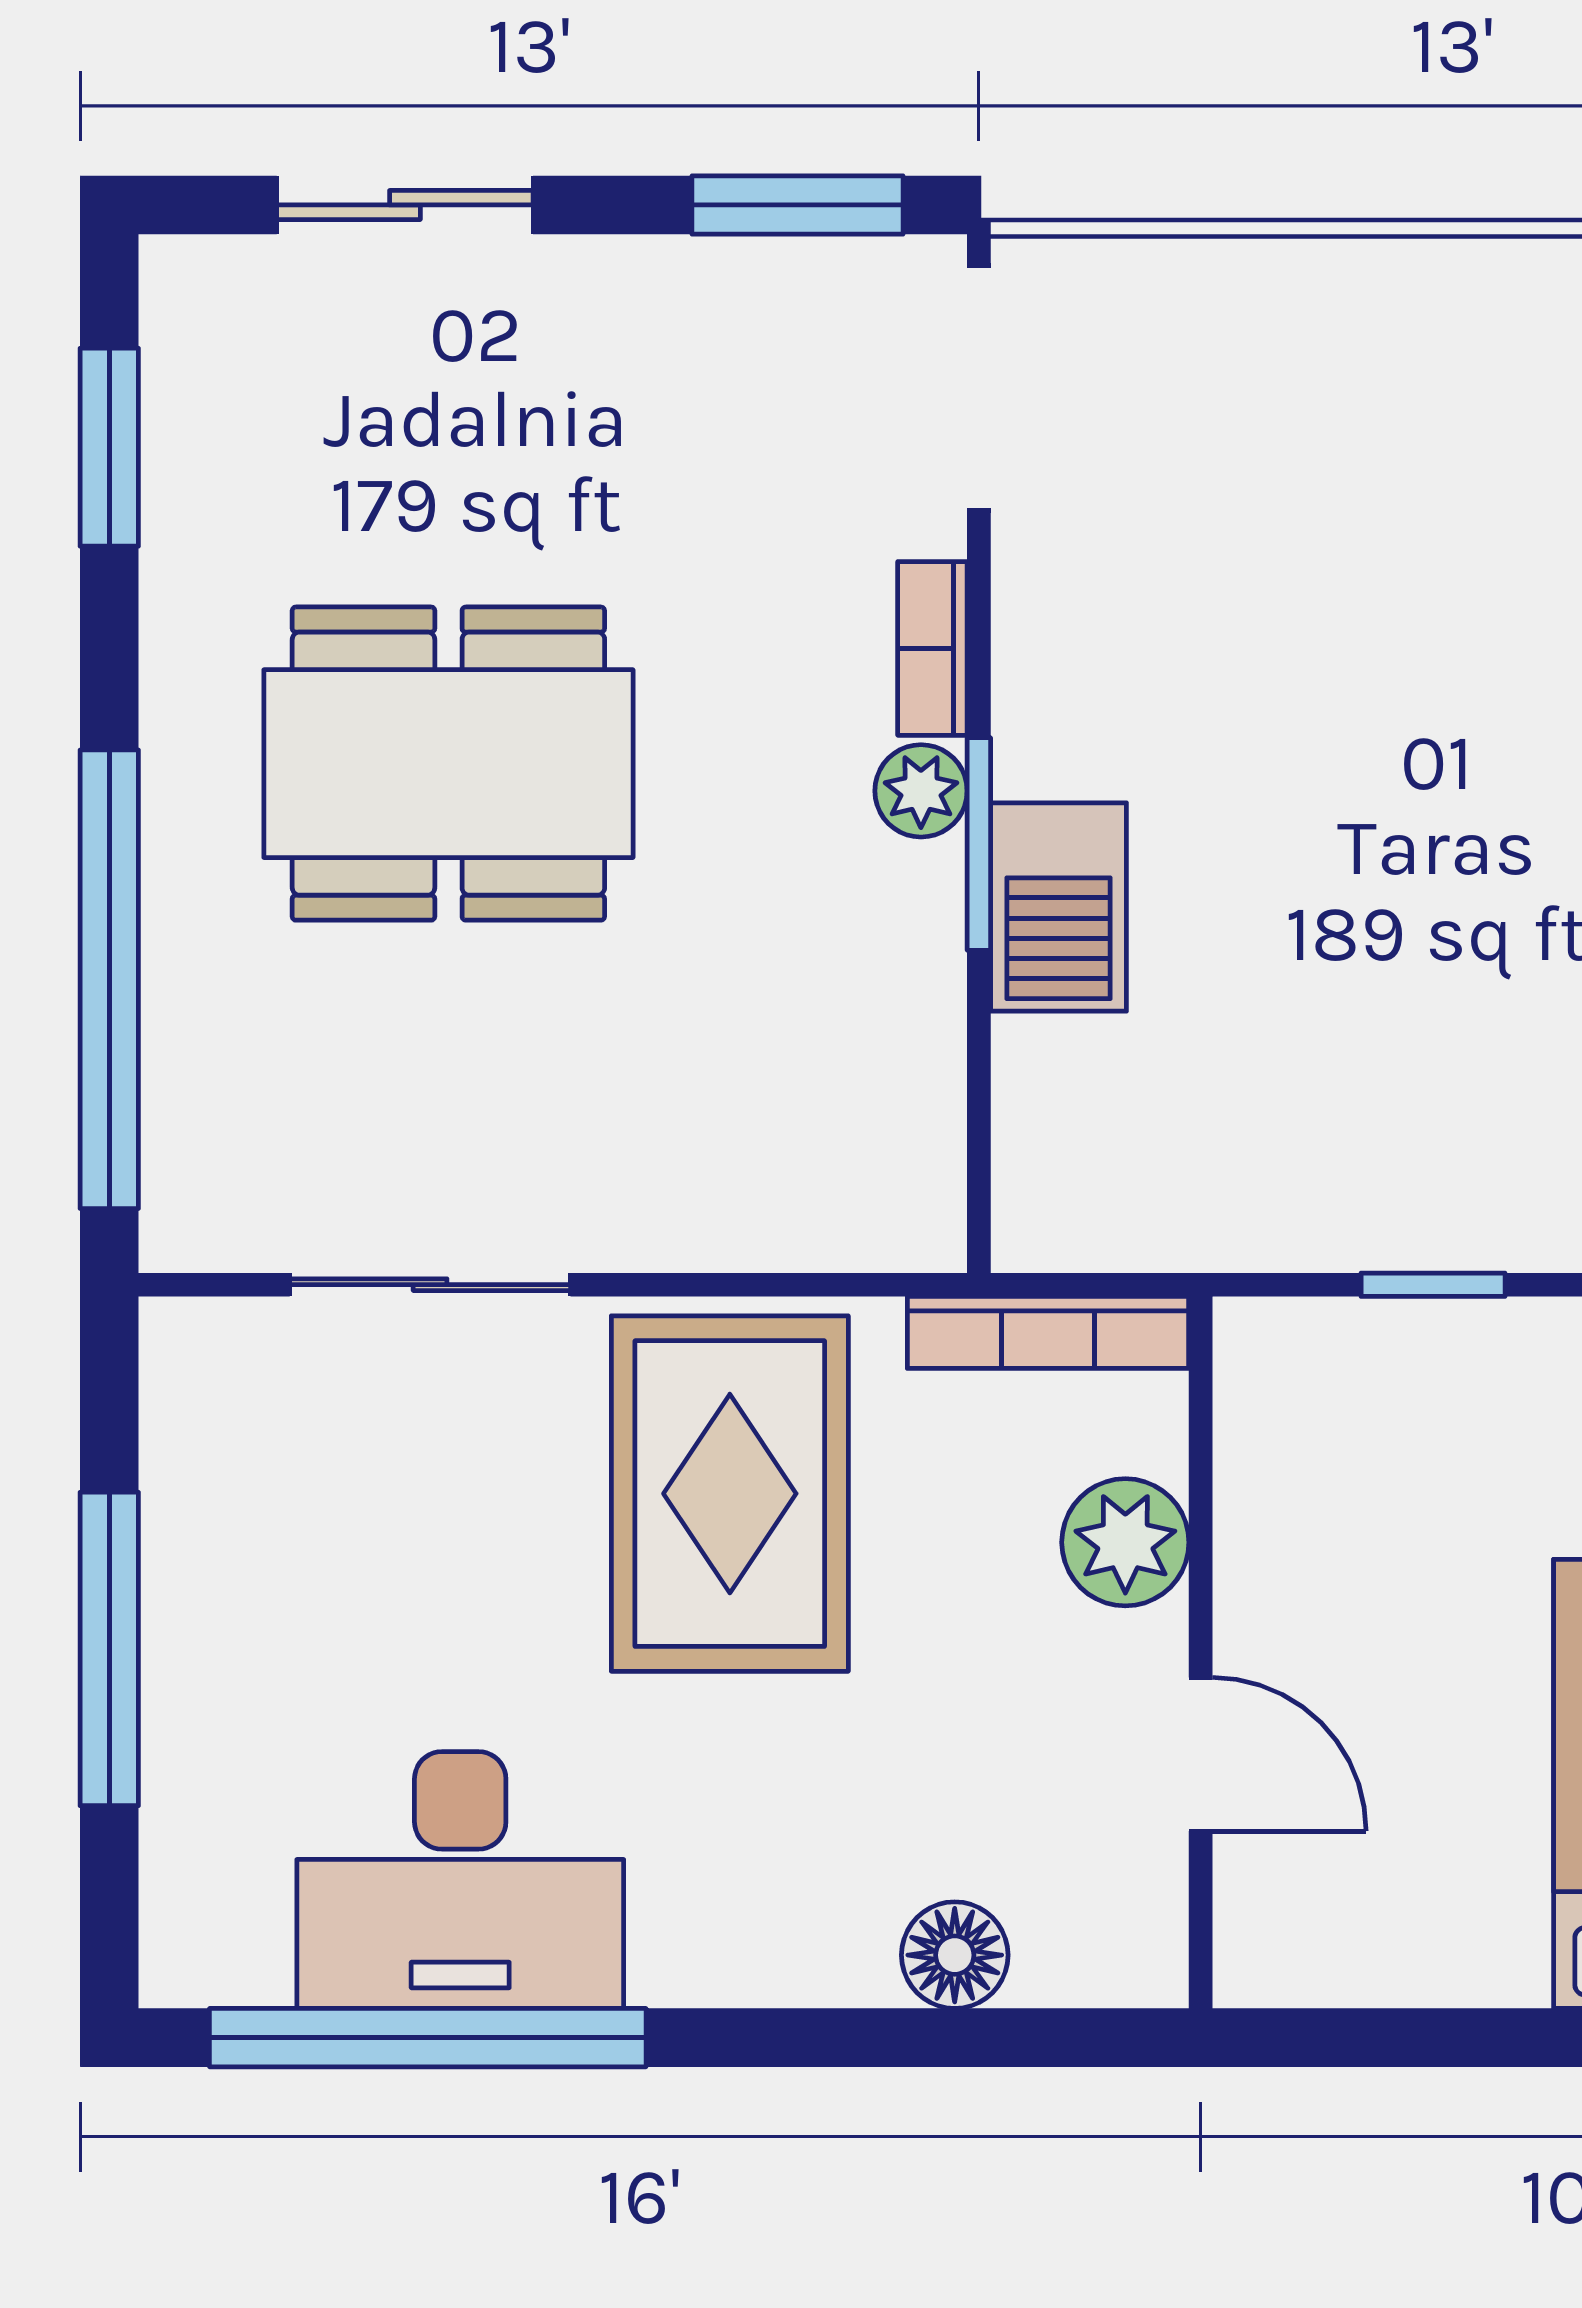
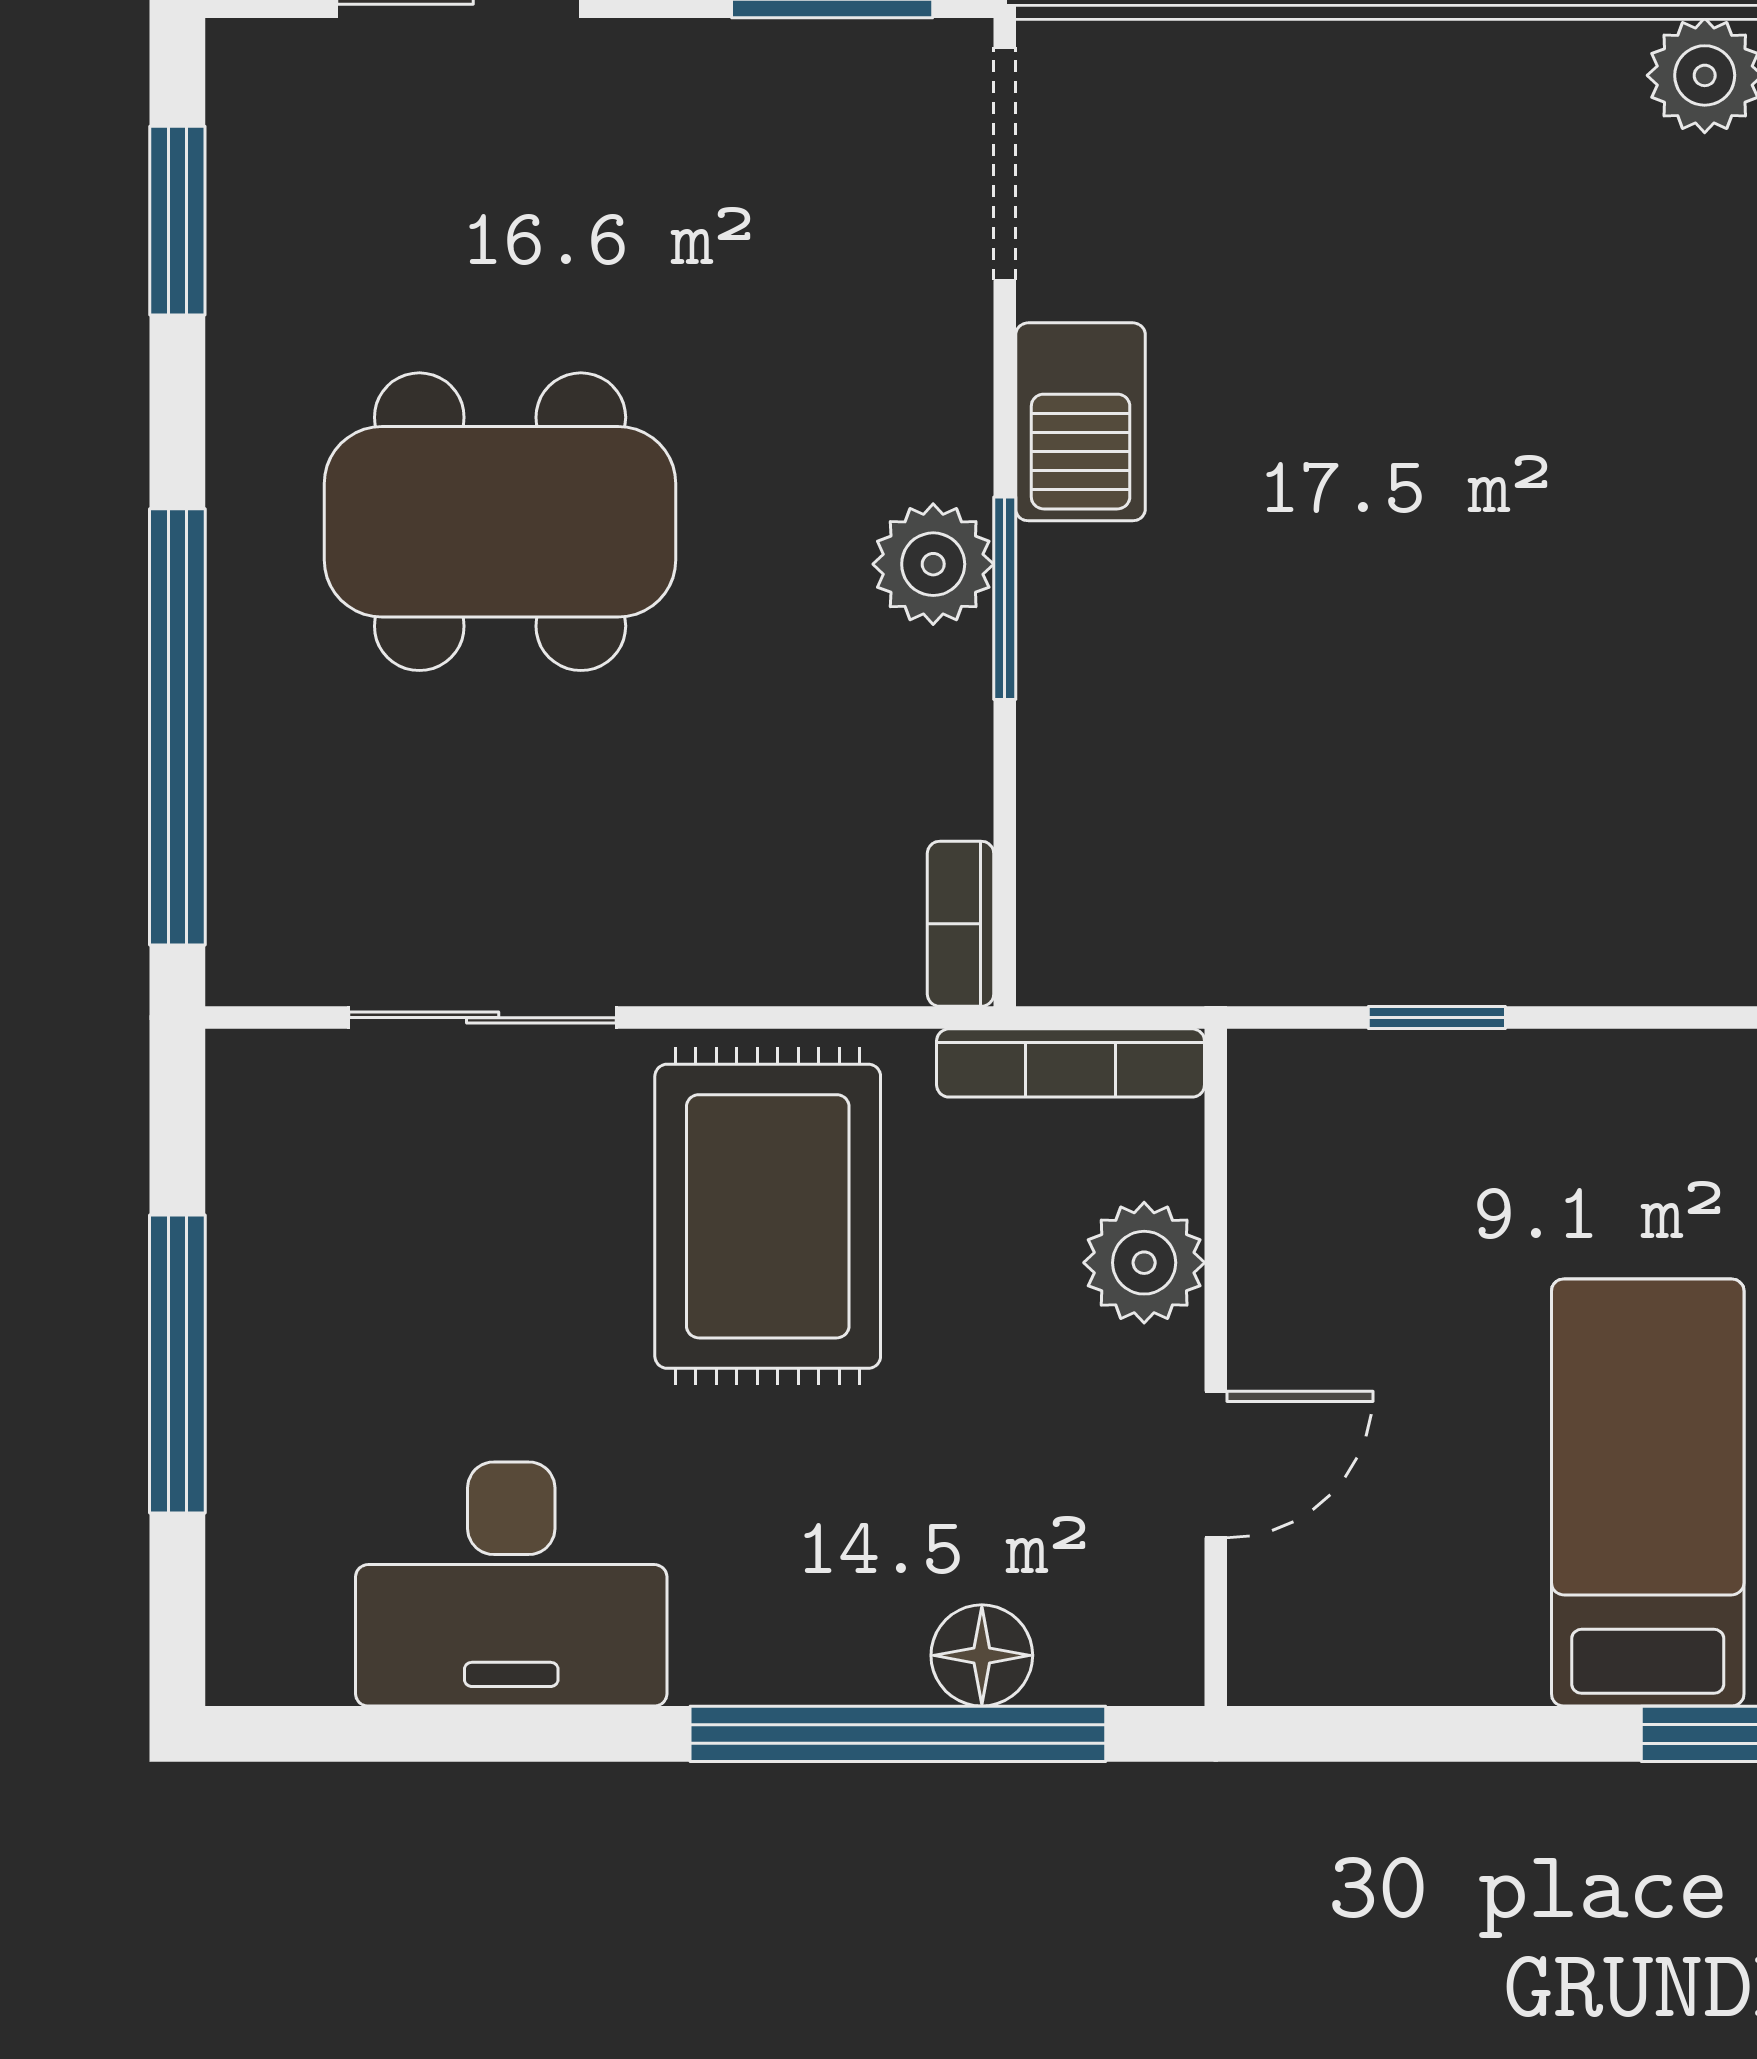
bookcase: (932, 648) -> (961, 924), moved
plant: (921, 791) -> (933, 564), width x1.38, depth x1.38
barbecue: (1059, 907) -> (1081, 422), moved
door: (1201, 1754) -> (1216, 1464), hinge flipped
window: (428, 2038) -> (898, 1734), moved

